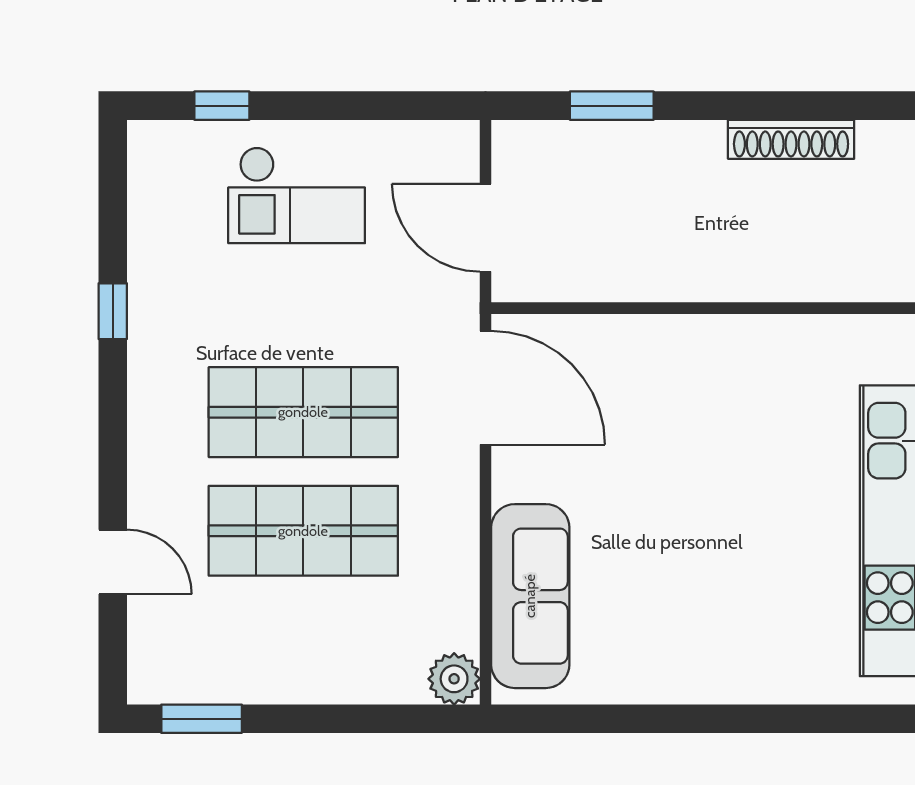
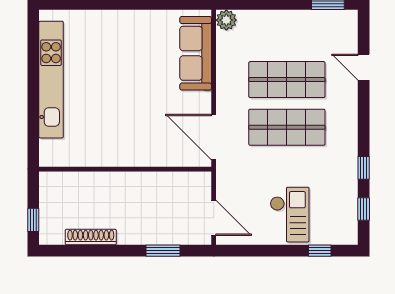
checkout: (297, 195) -> (290, 215), turned 90
window: (113, 209) -> (364, 209), added
door: (486, 228) -> (214, 218), moved

